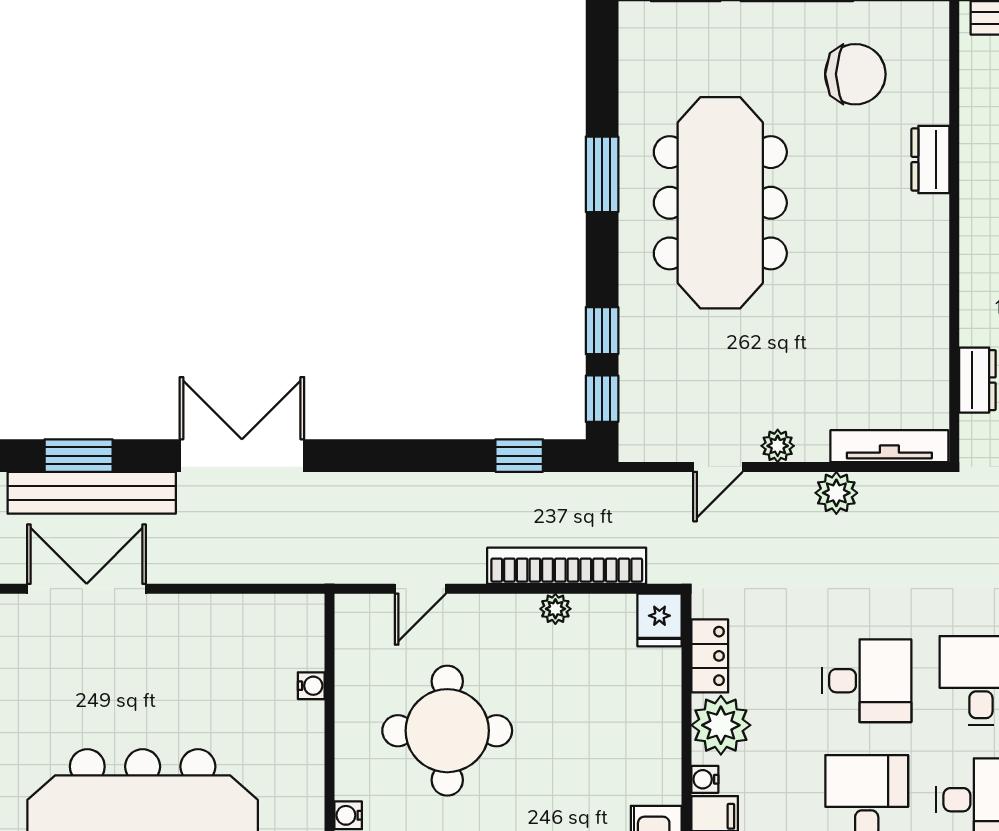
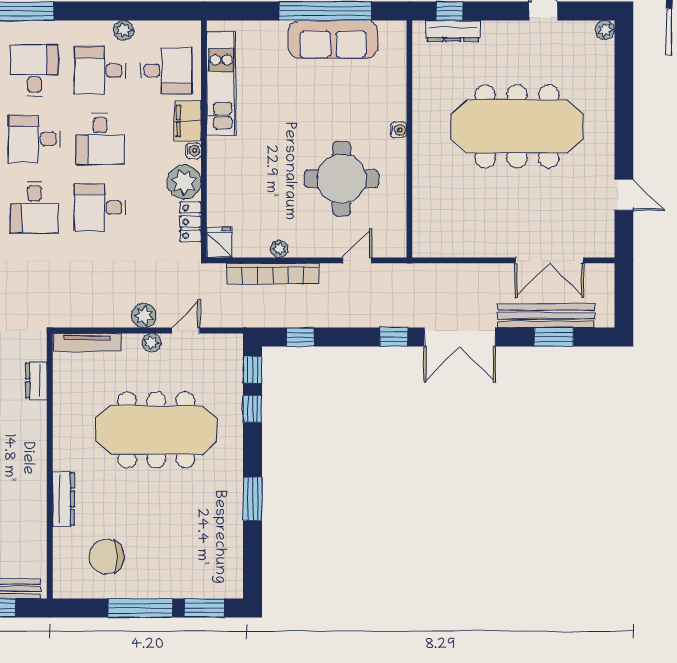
dresser: (930, 160) -> (63, 499), width x1.44
meeting table: (720, 203) -> (156, 430), moved, turned 90
window: (356, 456) -> (394, 337), added
plant: (836, 493) -> (144, 316), moved
water cooler: (311, 686) -> (420, 205), removed

